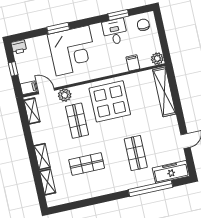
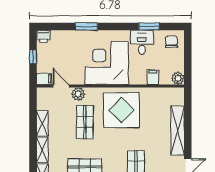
corner desk: (72, 51) -> (107, 63), moved, turned 180
shelving: (164, 92) -> (178, 131), moved
shelving: (32, 111) -> (42, 124), moved

